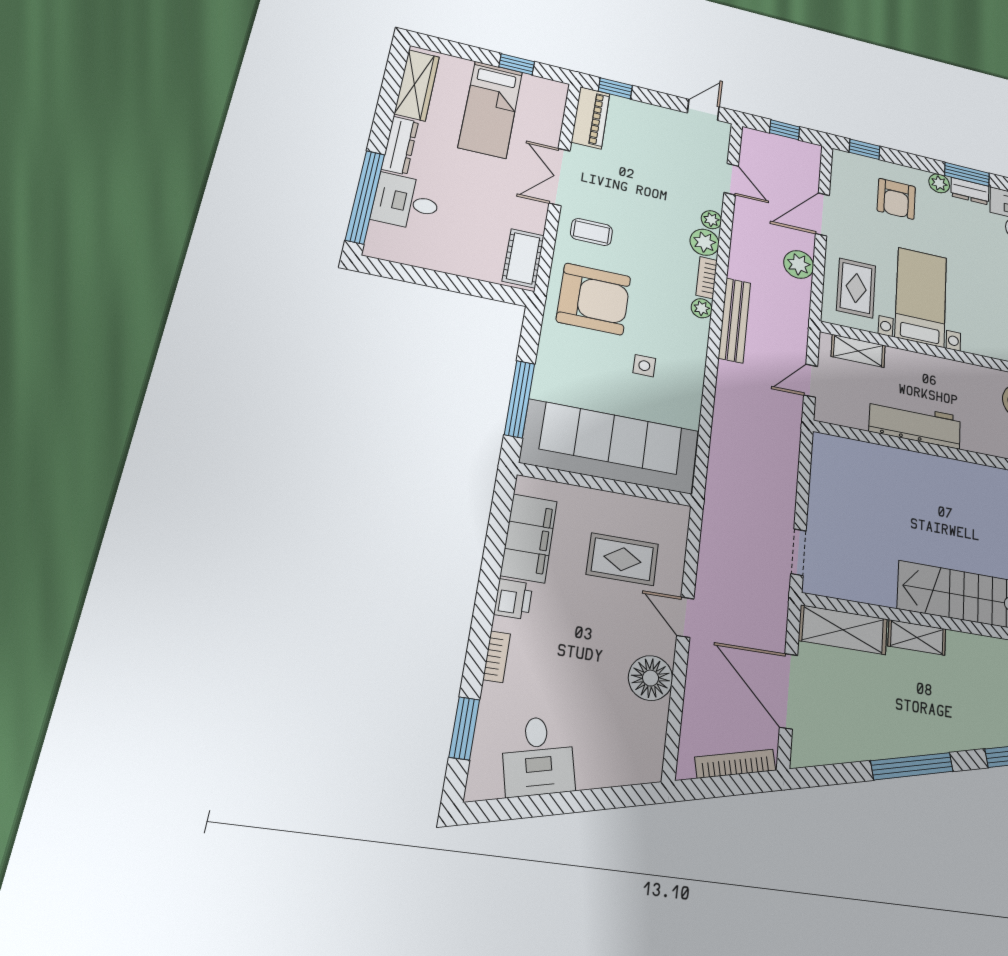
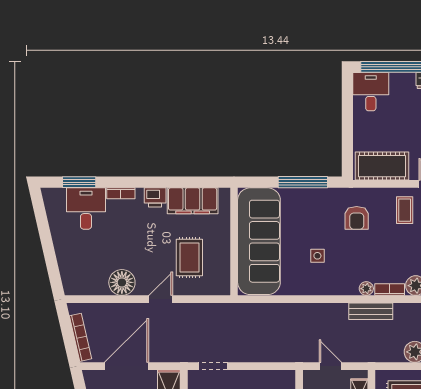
desk: (406, 202) -> (371, 92), moved
cot: (523, 258) -> (382, 166), width x1.37, depth x1.34
armchair: (594, 299) -> (357, 218), width x0.53, depth x0.53
bench: (735, 320) -> (371, 311), width x0.73
window: (520, 399) -> (303, 182), moved
desk: (538, 756) -> (86, 209), moved, turned 103

